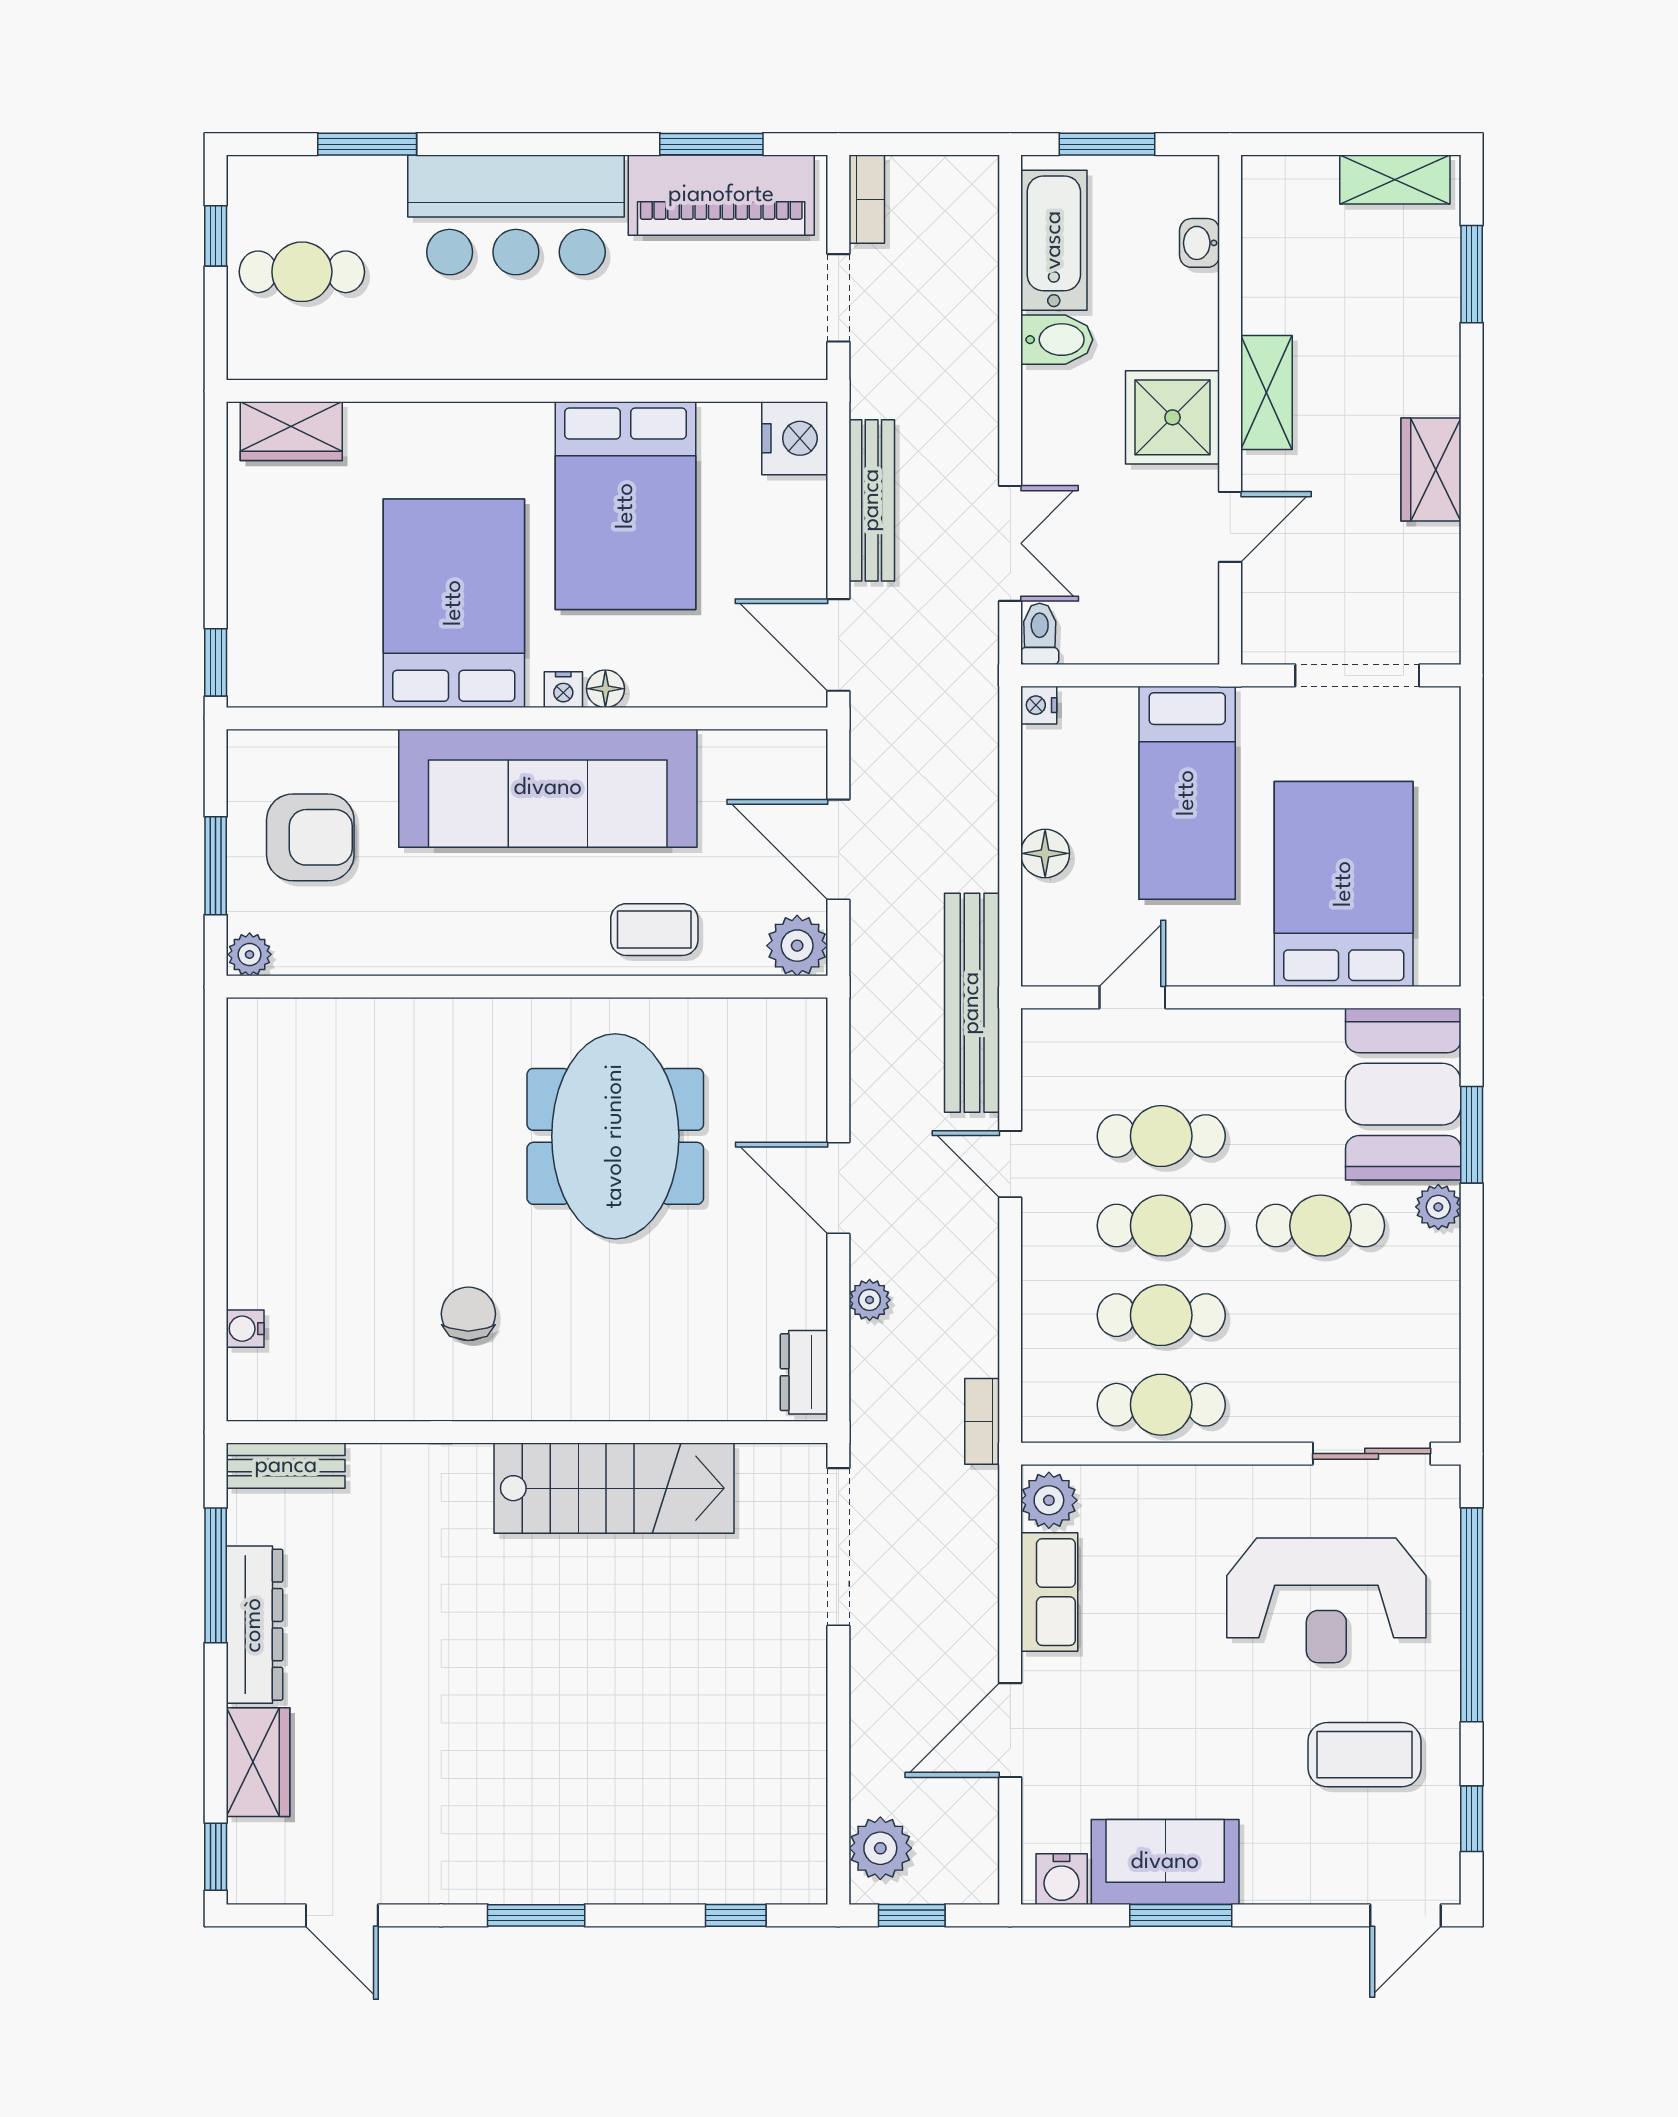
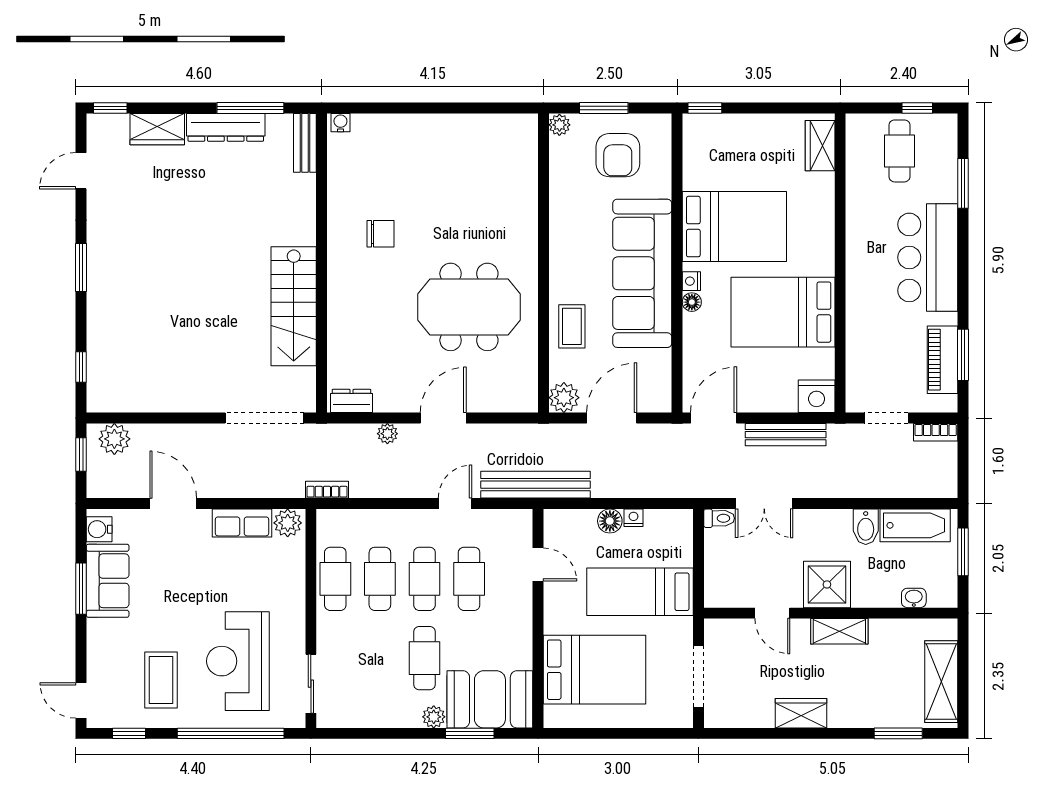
shelving: (1395, 179) -> (941, 682), width x1.50, depth x1.33
piano: (721, 195) -> (943, 360), width x0.73, depth x0.75
nightstand: (1039, 705) -> (633, 518), moved
water cooler: (245, 1329) -> (340, 123), moved

